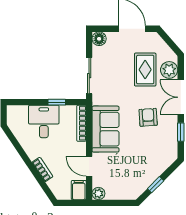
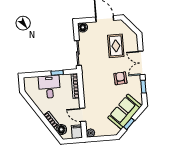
plant: (169, 70) -> (132, 45), removed
sofa: (106, 129) -> (125, 112), moved, turned -135
floor lamp: (56, 185) -> (61, 129), added

